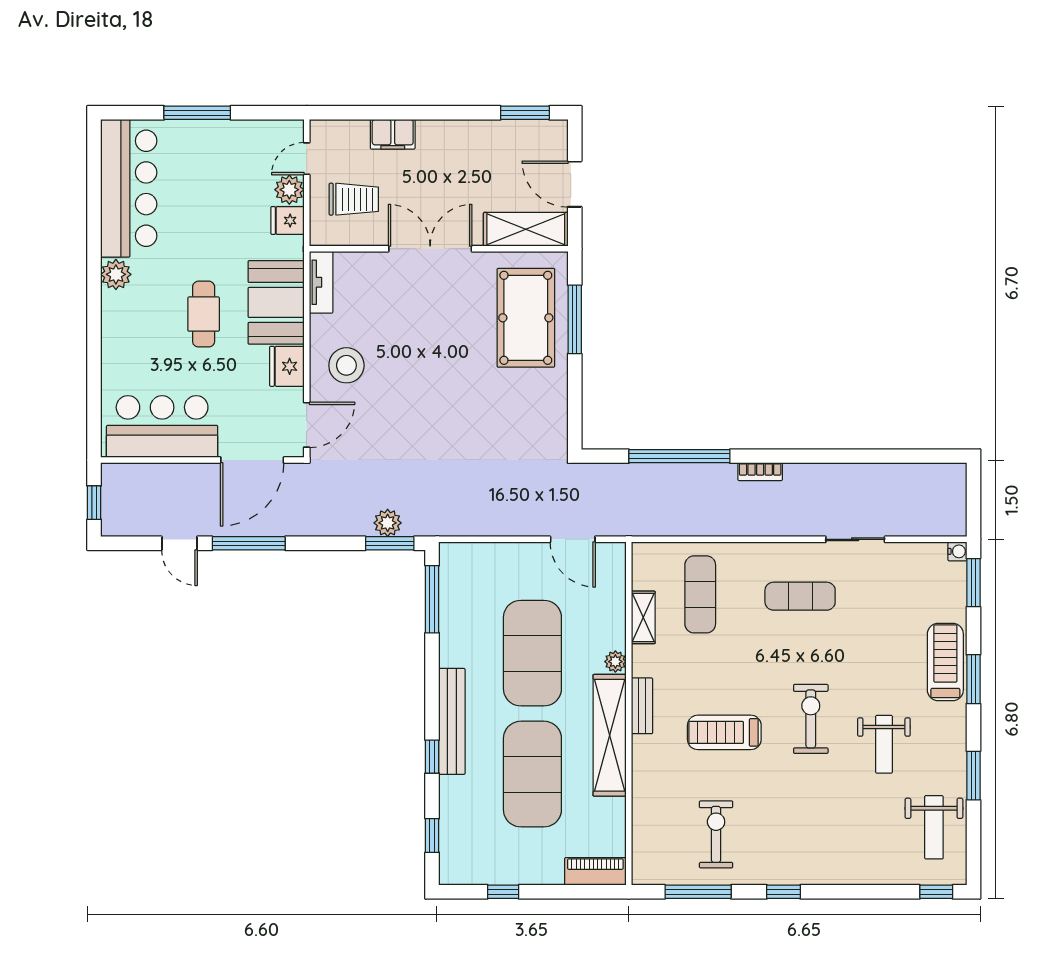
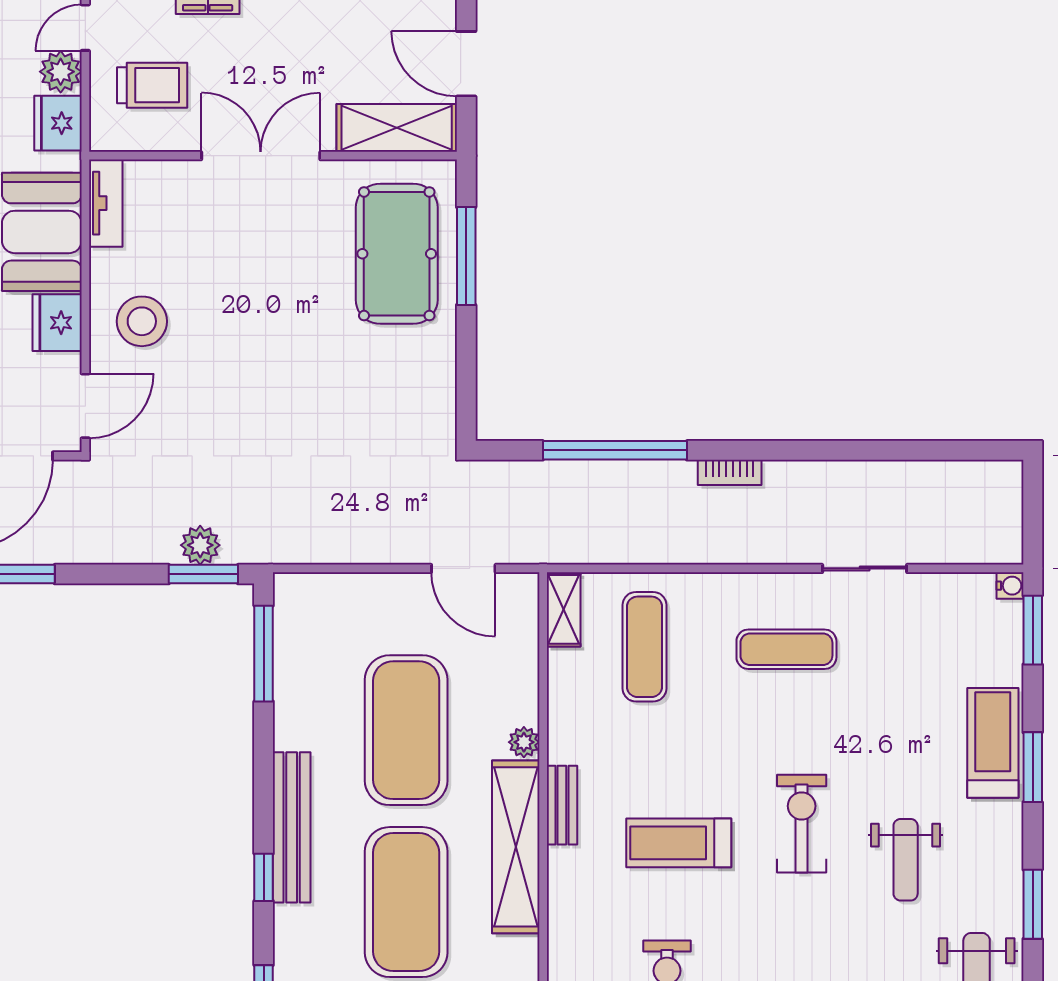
fridge: (287, 220) -> (58, 123), width x1.38
shelving: (643, 617) -> (564, 609), moved

